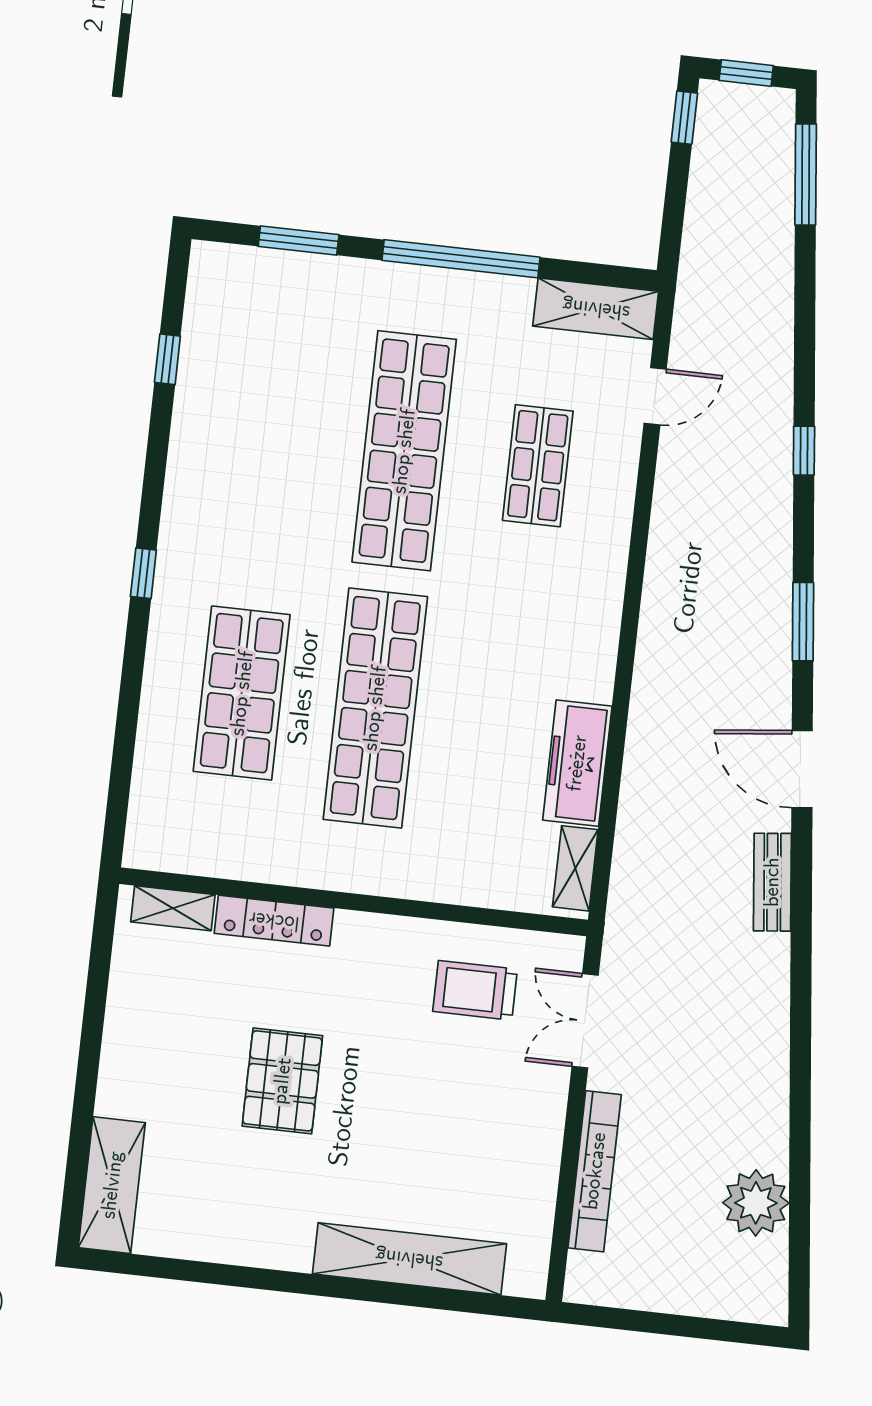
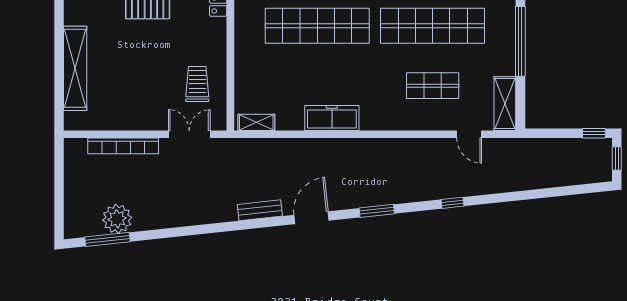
window: (806, 175) -> (108, 239), moved
freezer: (577, 763) -> (332, 118), moved

